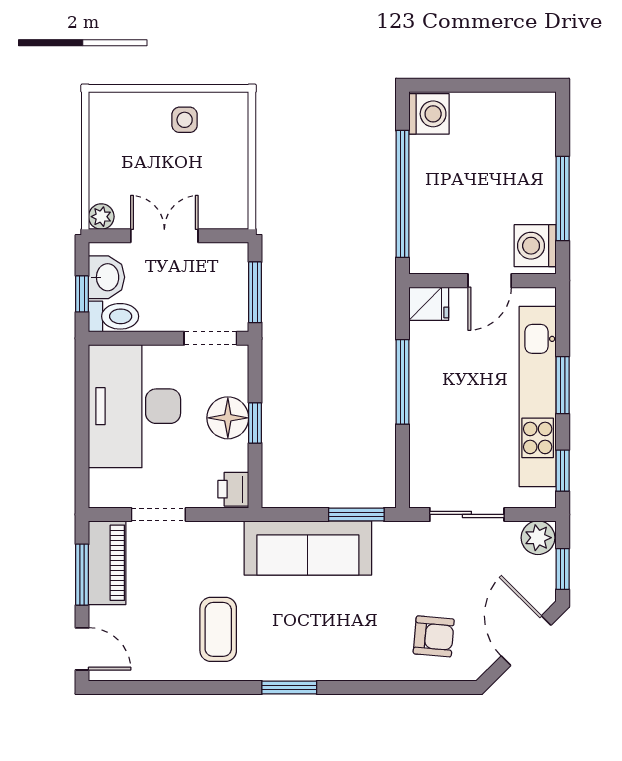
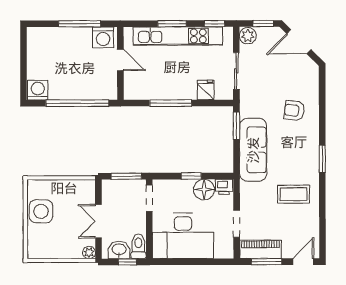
side table: (185, 120) -> (41, 211), width x1.87, depth x1.87
fridge: (429, 304) -> (206, 90), moved
floor lamp: (228, 418) -> (204, 190), moved
armchair: (434, 636) -> (294, 111), moved, turned -88

